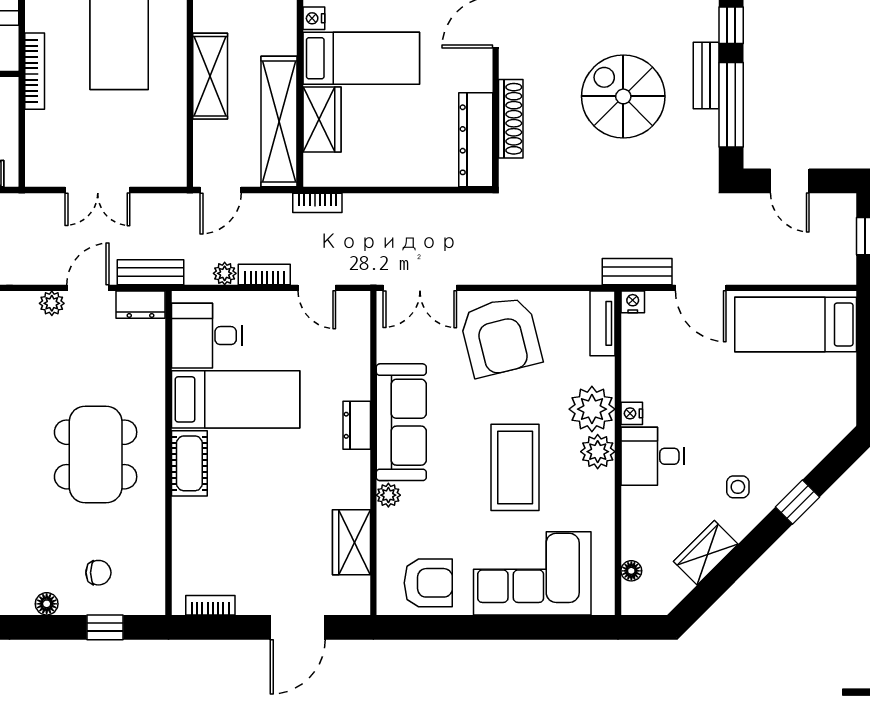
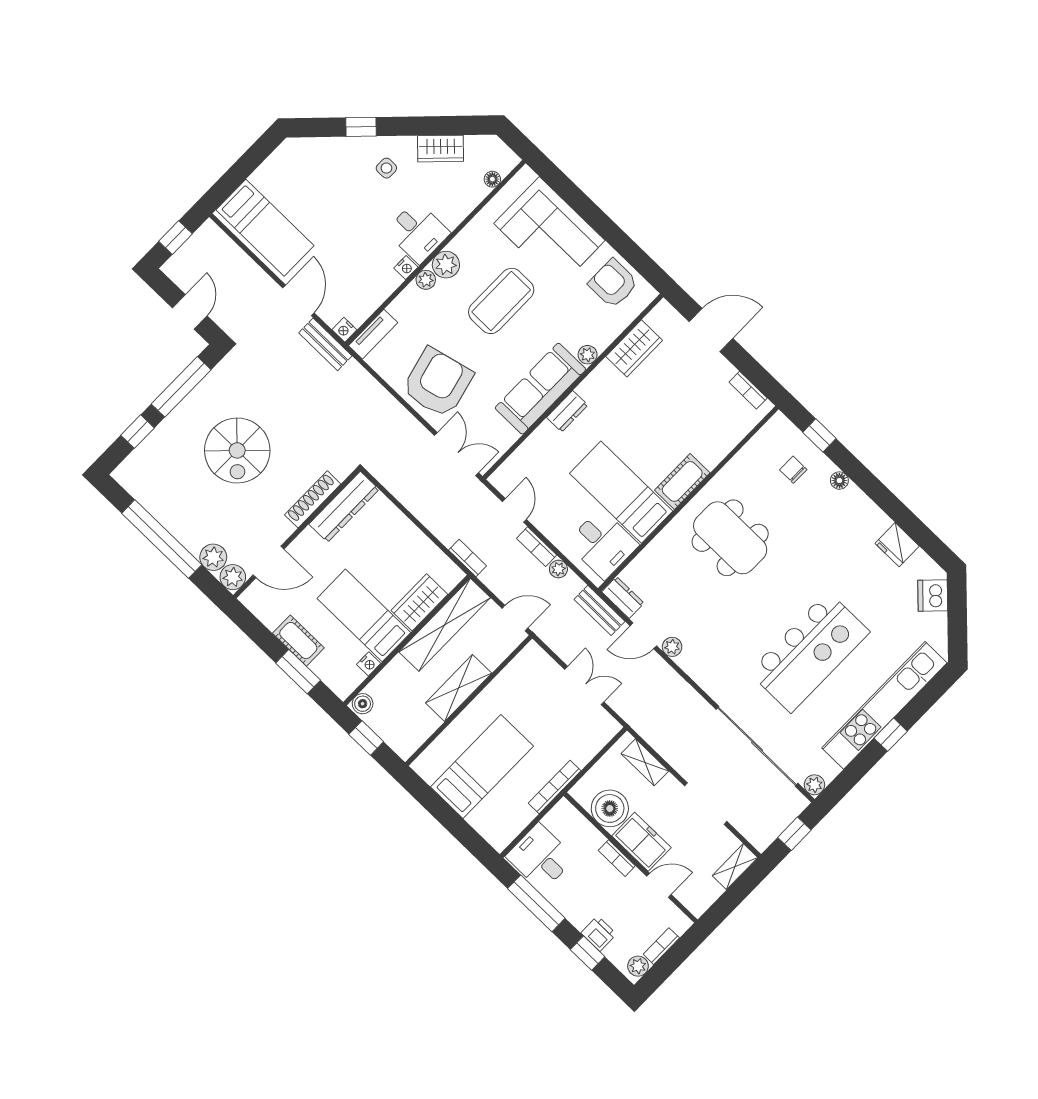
bench: (706, 76) -> (179, 417), removed
plant: (592, 409) -> (426, 280), width x0.53, depth x0.53
dining table: (96, 454) -> (730, 538), turned 90

